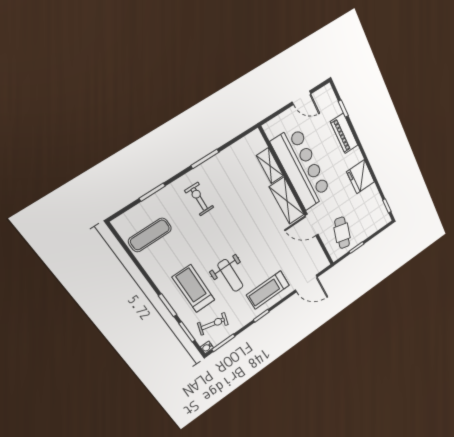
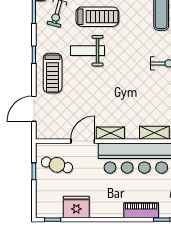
fridge: (361, 177) -> (76, 207), moved
shelving: (287, 201) -> (110, 133), width x0.67, depth x0.75
treadmill: (268, 290) -> (53, 73), turned 180

